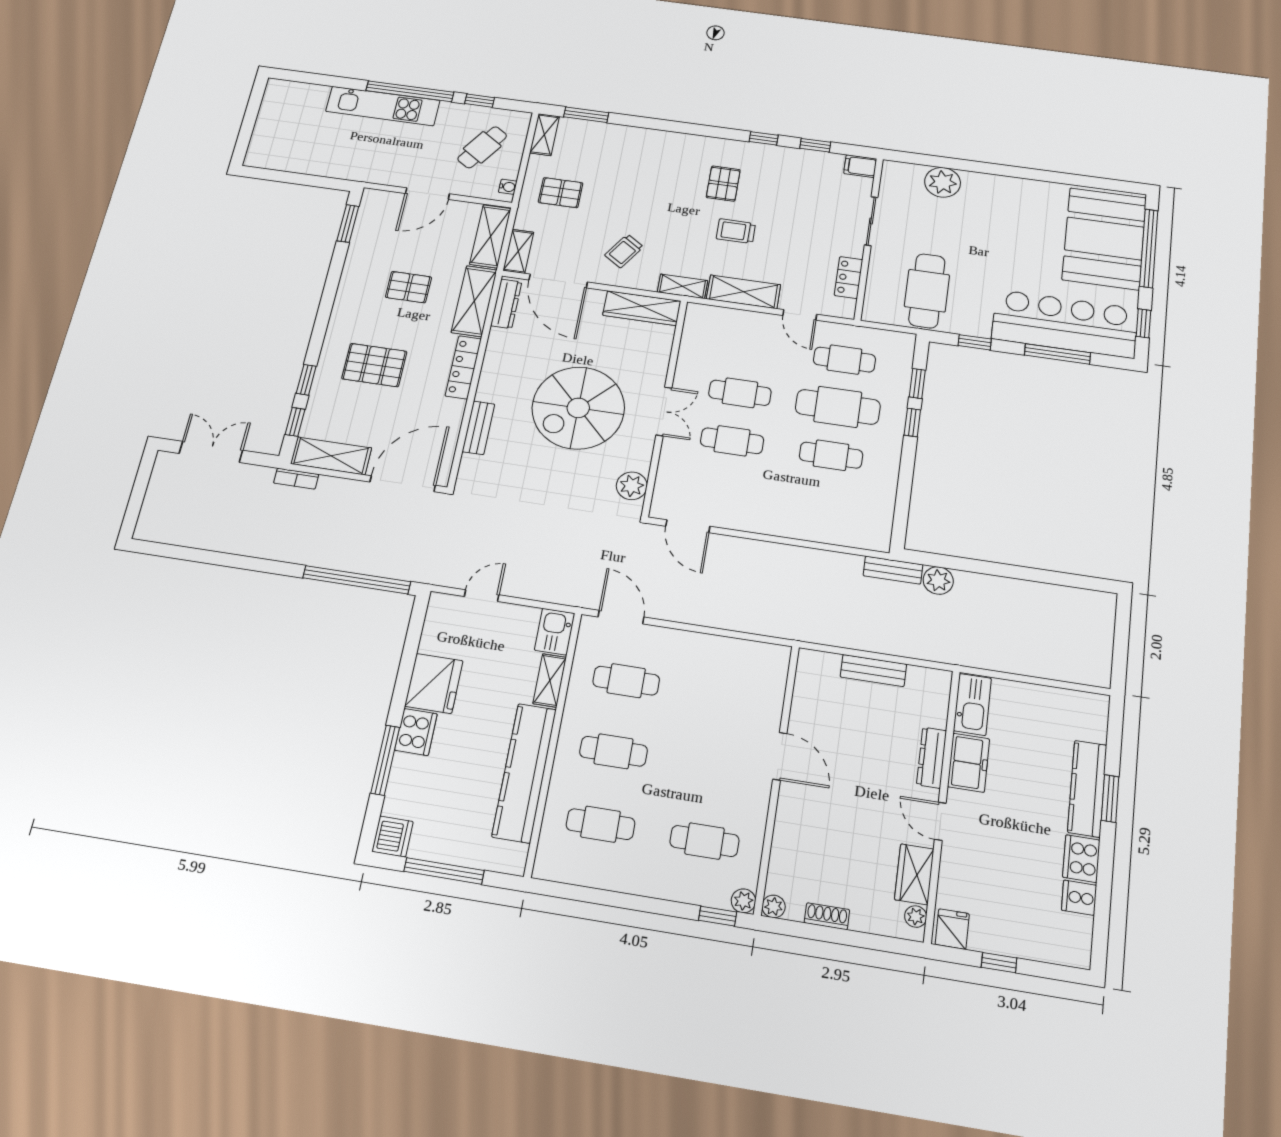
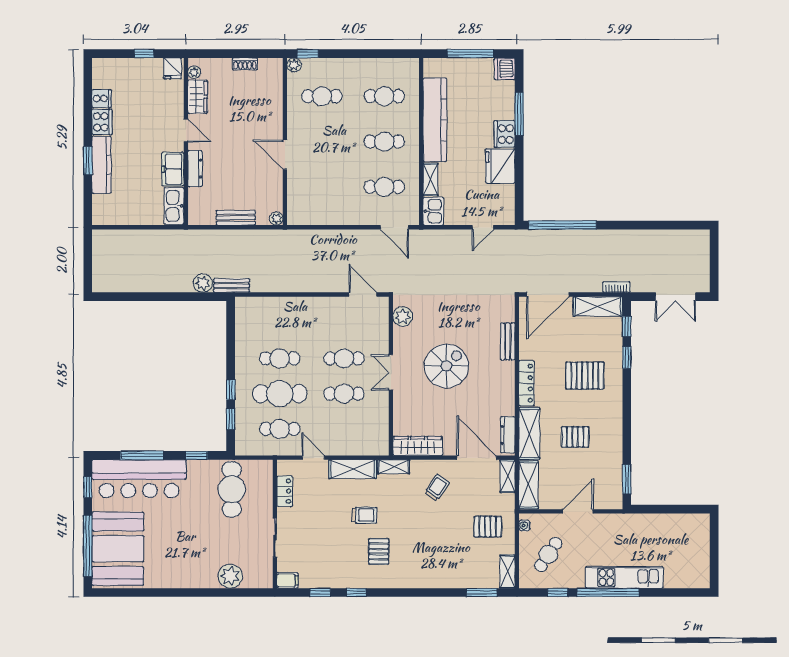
spiral stairs: (578, 408) -> (446, 366), width x0.73, depth x0.73
plant: (774, 906) -> (276, 219), moved

